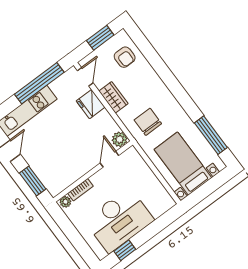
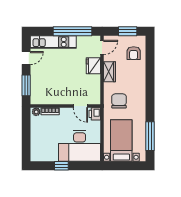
plant: (120, 139) -> (95, 99), removed
printer: (132, 156) -> (95, 114), added
door: (109, 159) -> (80, 106), swing flipped
desk: (119, 220) -> (80, 146), moved
window: (125, 250) -> (61, 166), moved

